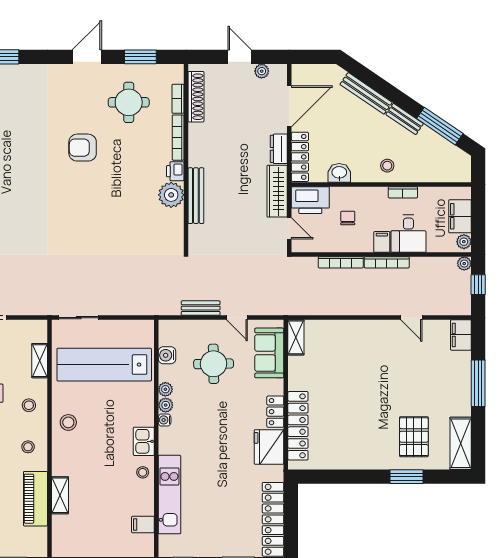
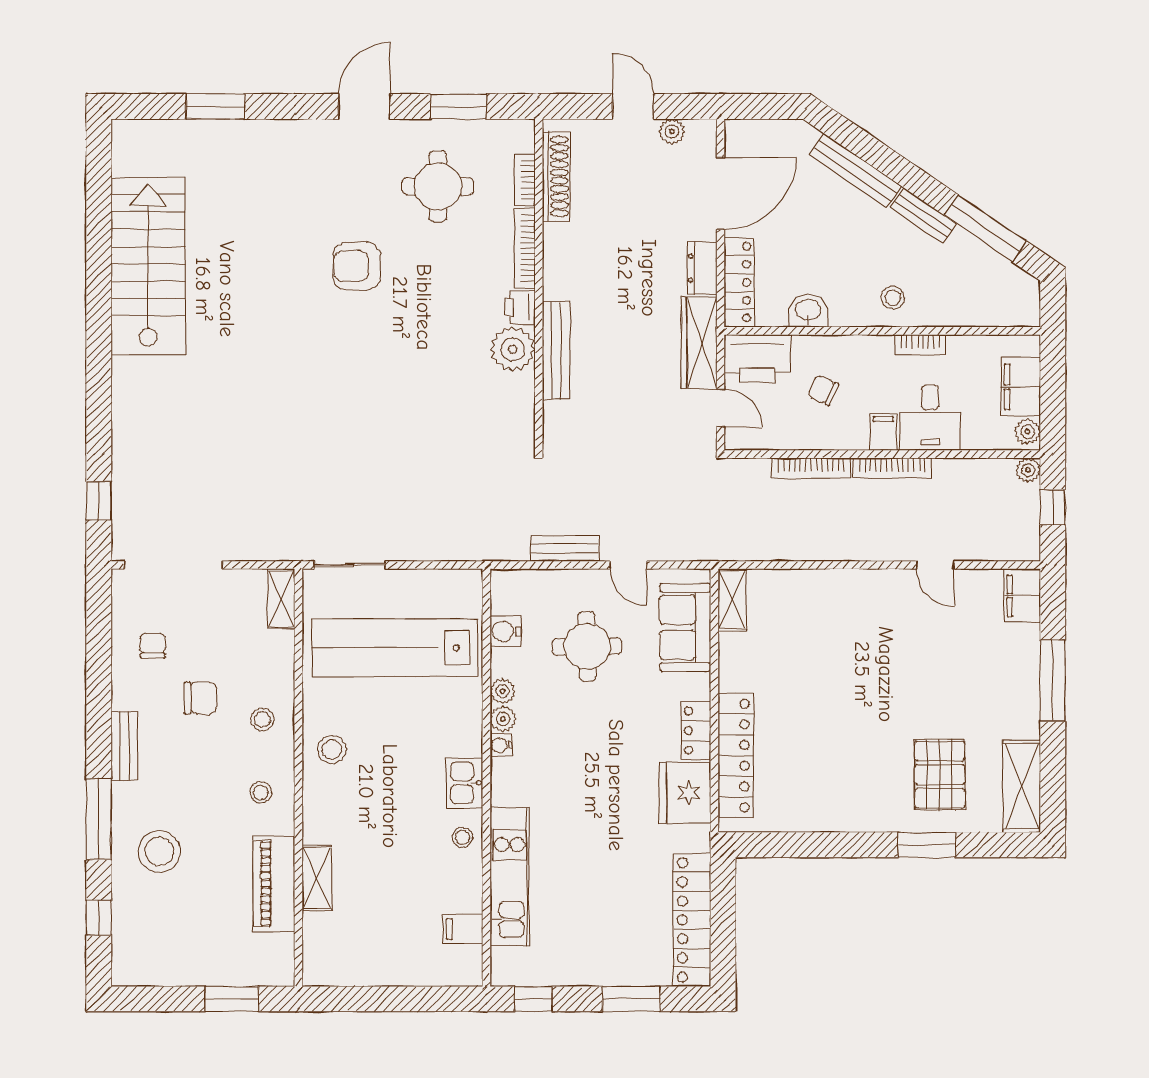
chair: (348, 218) -> (823, 390), turned -65
shelving: (40, 361) -> (281, 599), moved

